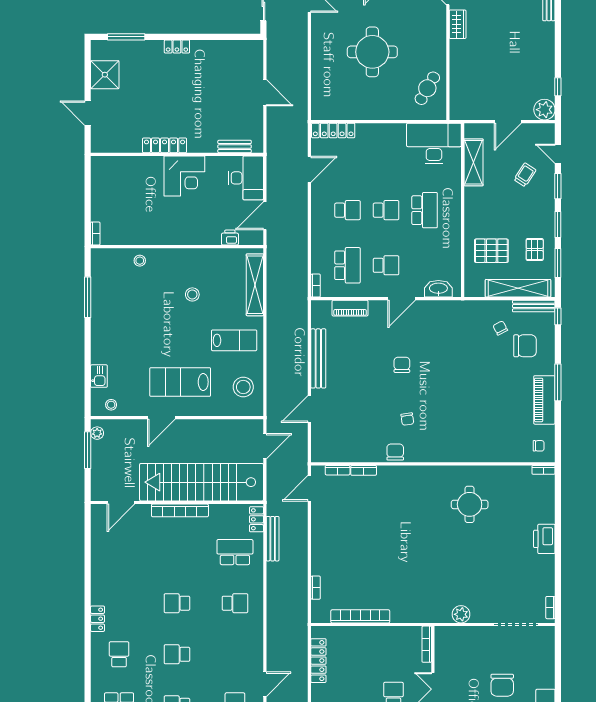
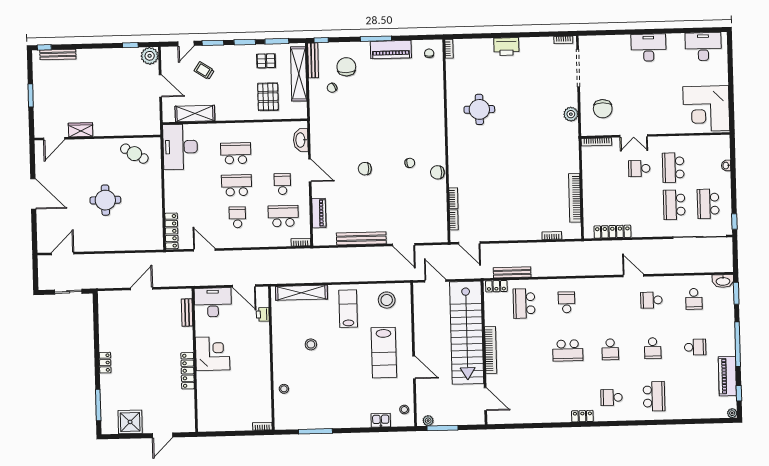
round table: (372, 52) -> (105, 200), width x0.73, depth x0.73
school desk: (386, 210) -> (237, 185), width x1.85
school desk: (177, 603) -> (568, 350), width x1.85
chair: (502, 685) -> (603, 109), moved, turned 90

